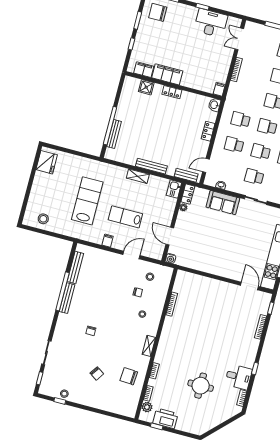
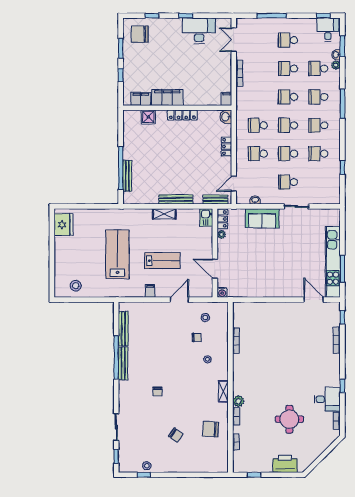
locker: (172, 92) -> (182, 115), width x1.53
lab bench: (125, 217) -> (162, 261), turned 180
plant: (147, 407) -> (238, 401), moved
printer: (165, 418) -> (285, 464), moved

